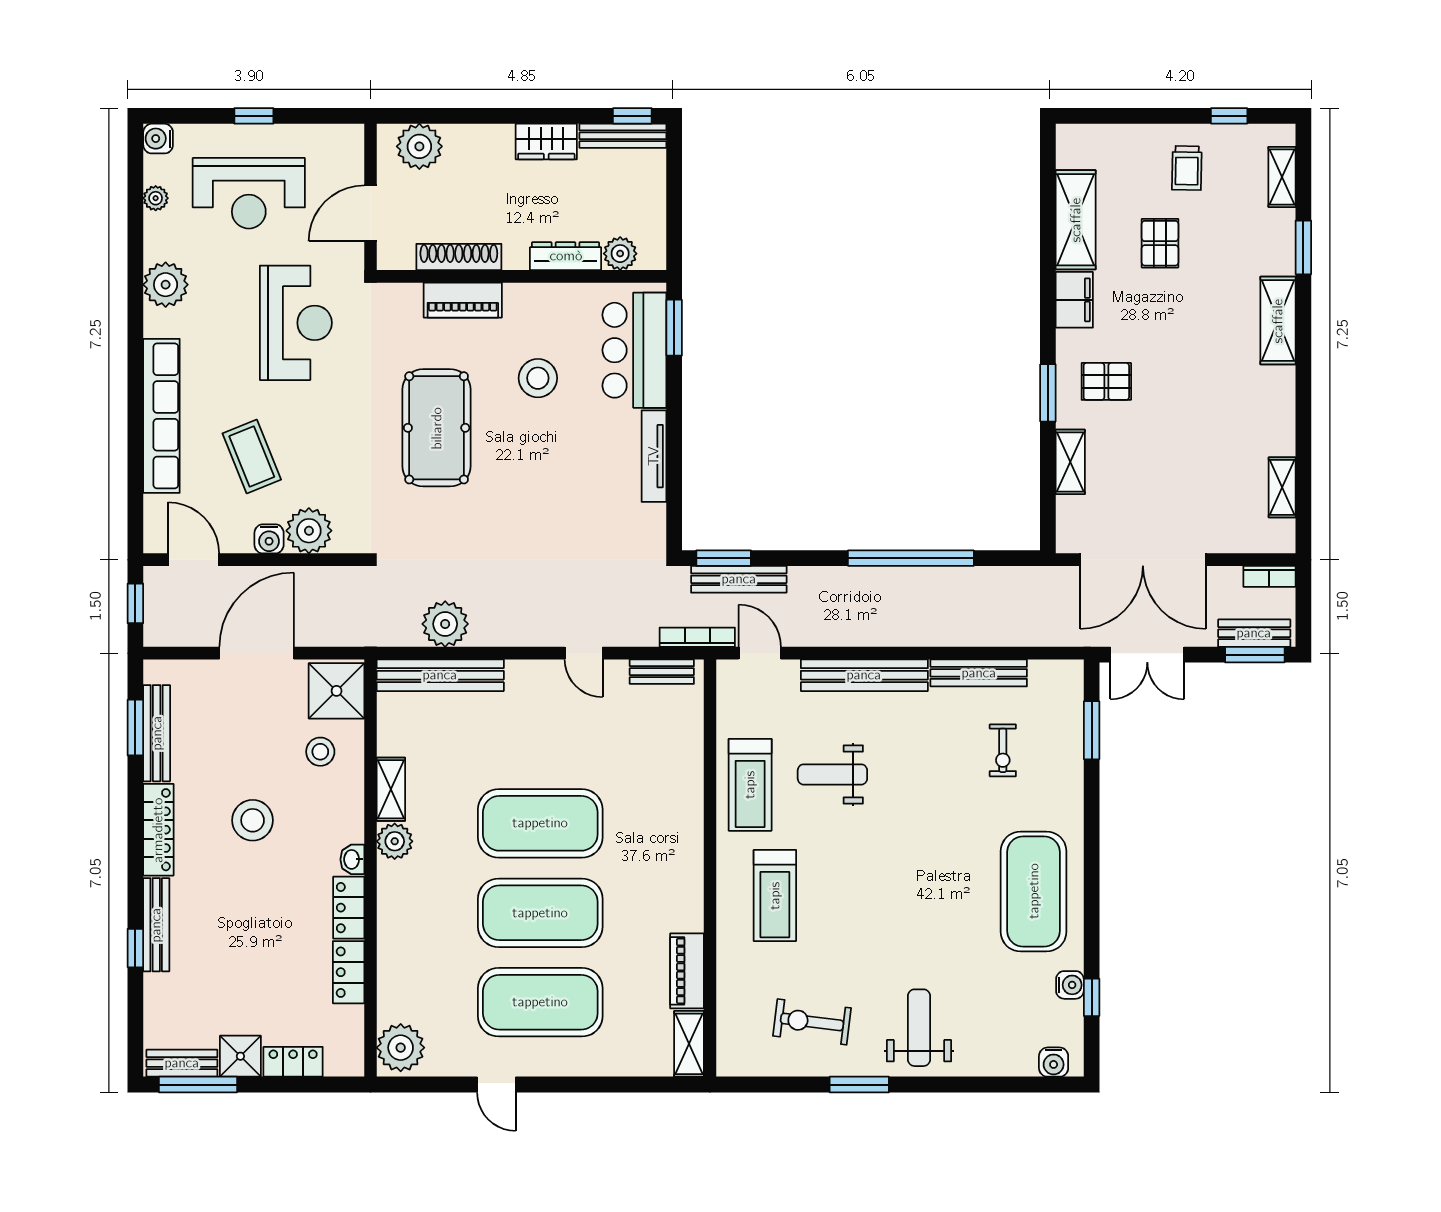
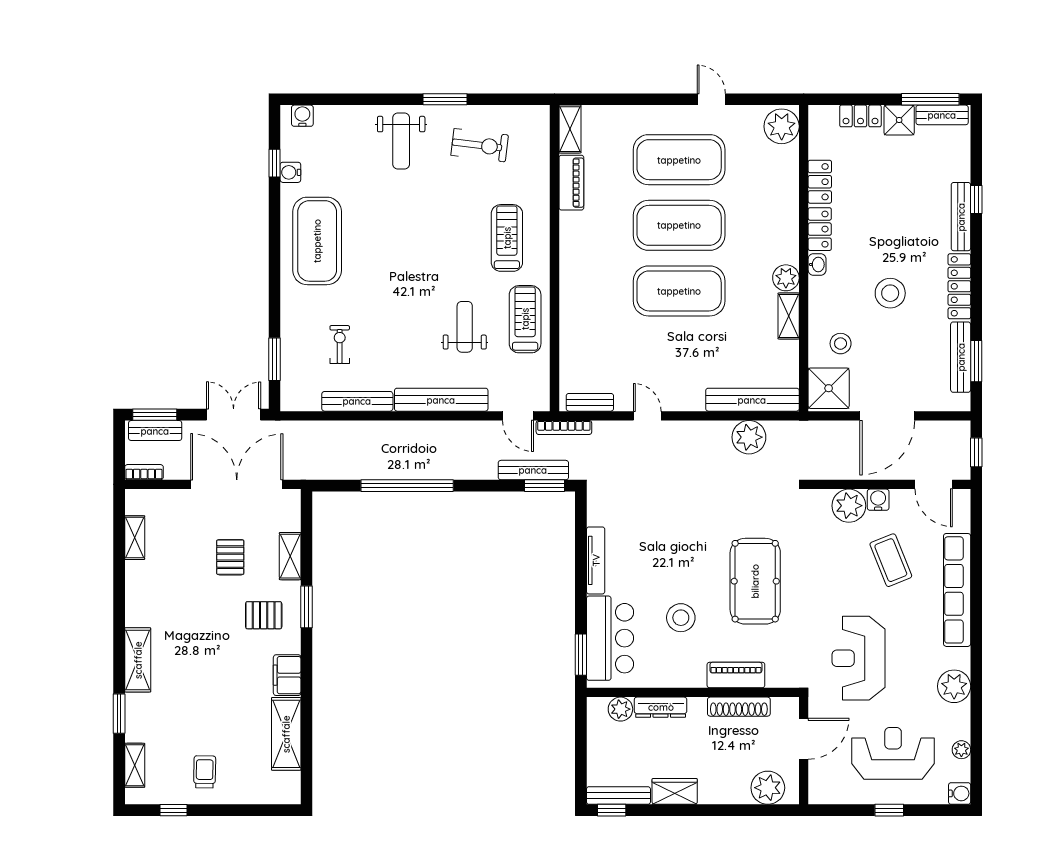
pallet: (1160, 243) -> (230, 557), moved
weight bench: (832, 774) -> (465, 327), turned -90

